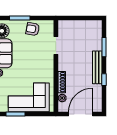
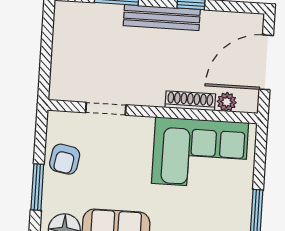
corner sofa: (29, 97) -> (200, 153), moved, turned -90
door: (81, 114) -> (266, 62), hinge flipped

